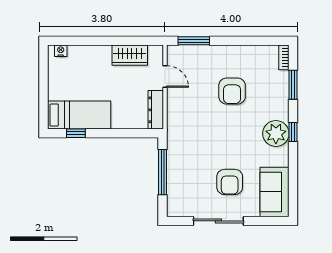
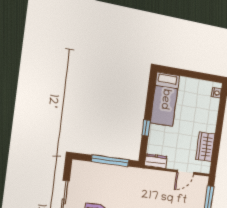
dresser: (156, 110) -> (156, 161), width x0.70
window: (76, 133) -> (146, 128), moved

